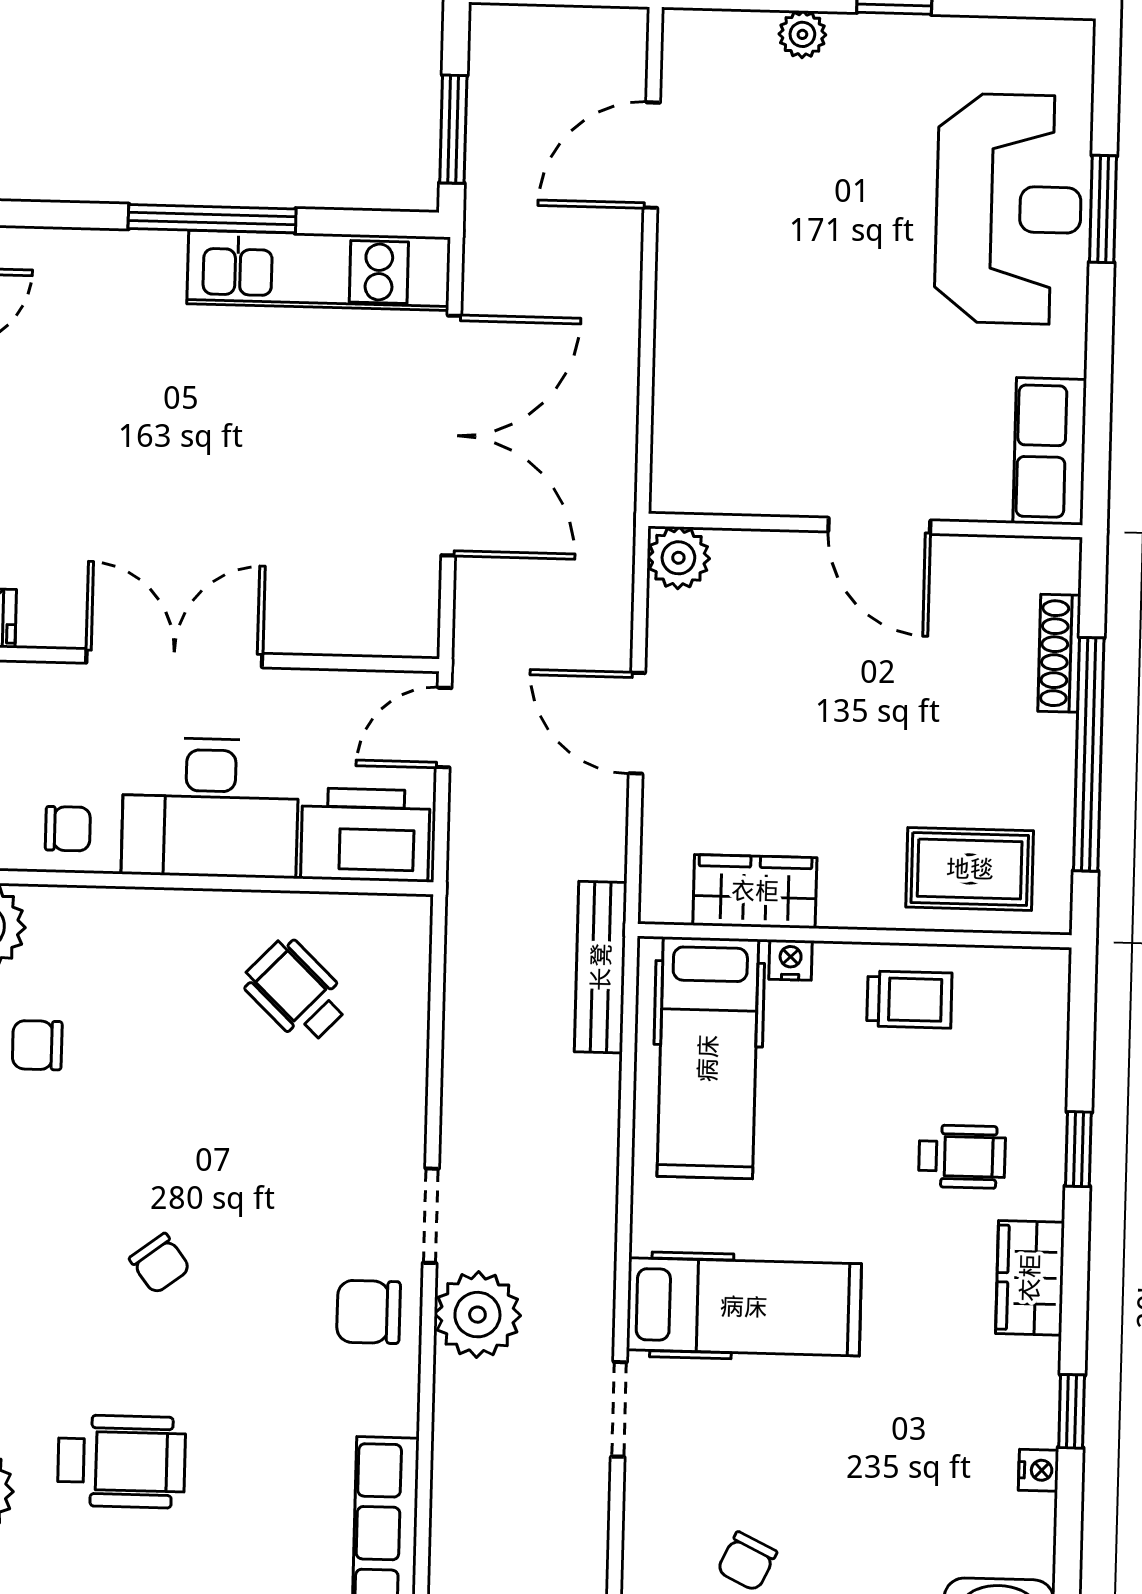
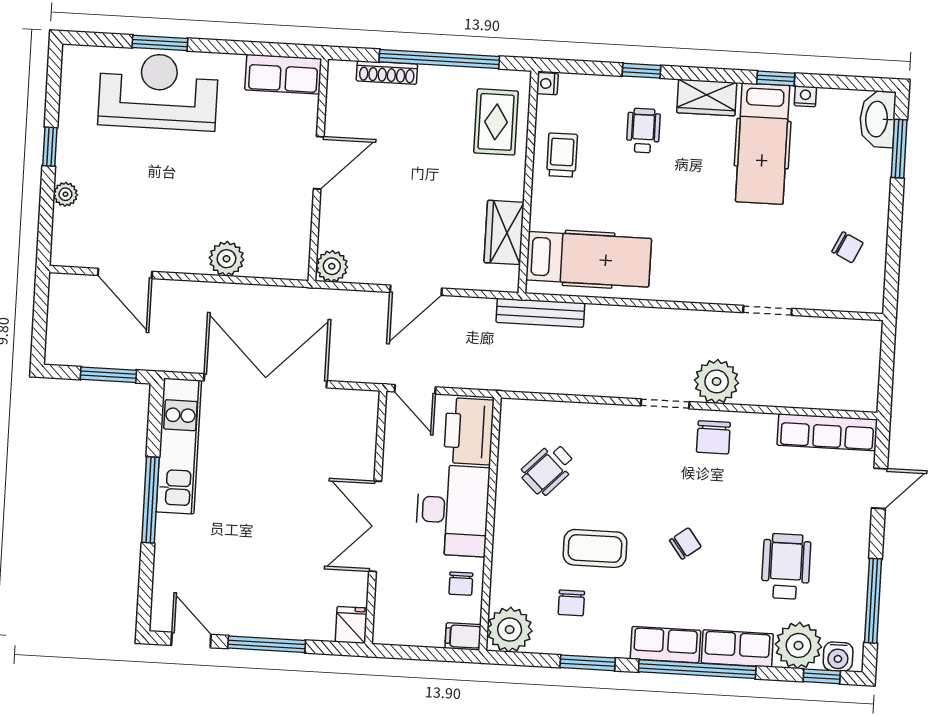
plant: (687, 352) -> (227, 259), added
chair: (68, 829) -> (461, 584), turned 180
nightstand: (791, 960) -> (547, 84), moved
coffee table: (145, 1088) -> (595, 548), added
hospital bed: (744, 1307) -> (763, 144), moved, turned 180

